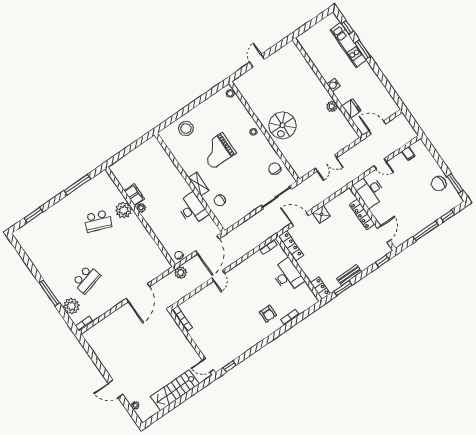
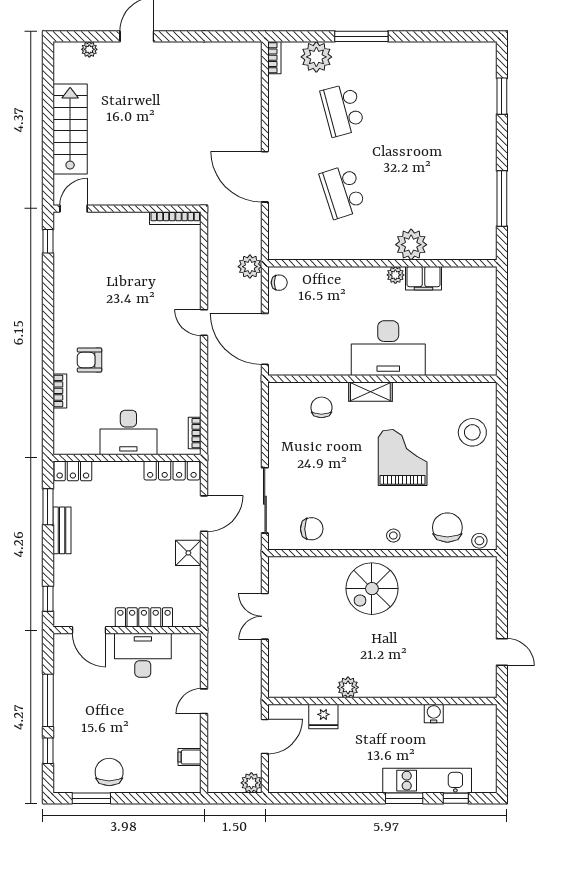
door: (257, 61) -> (502, 652), moved
water cooler: (333, 85) -> (434, 713), moved
chair: (234, 111) -> (447, 528), added
plant: (401, 120) -> (251, 783), added
spiral stairs: (282, 125) -> (372, 589), turned -90
desk: (370, 191) -> (143, 655), moved
desk: (192, 209) -> (388, 348), moved, width x1.36, depth x1.30
school desk: (98, 221) -> (343, 192), moved, turned -39

